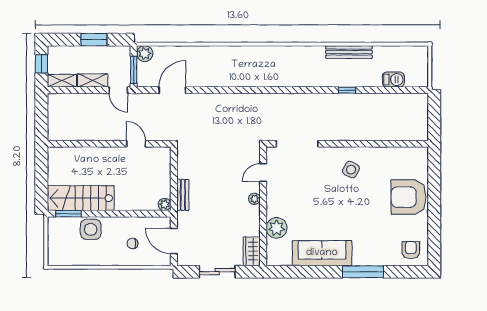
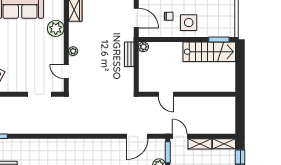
doorway: (297, 144) -> (39, 94), width x0.73
door: (263, 173) -> (66, 72), swing flipped
side table: (91, 229) -> (189, 23), moved

